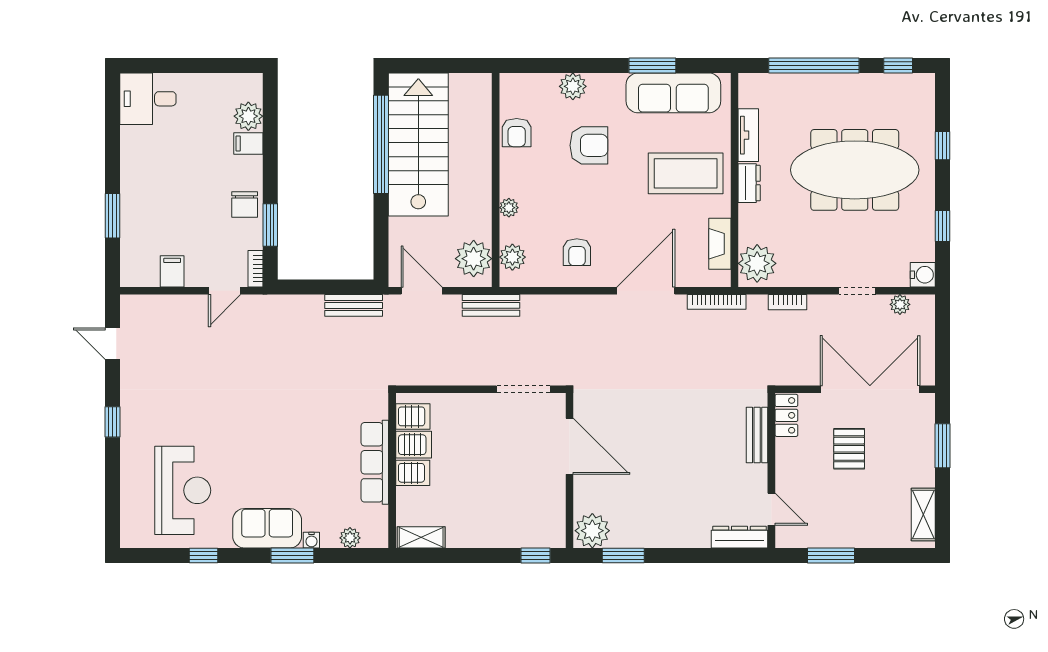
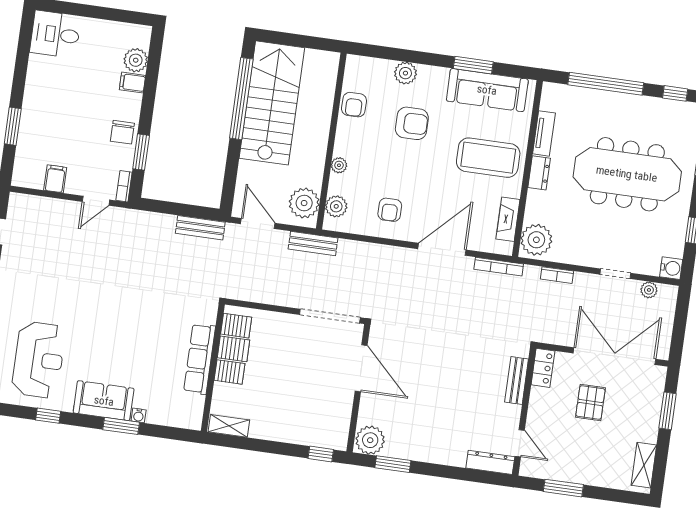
doorway: (523, 389) -> (330, 316), width x1.36
plant: (350, 538) -> (170, 418), removed

